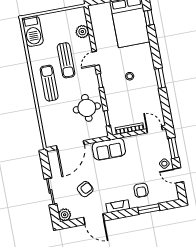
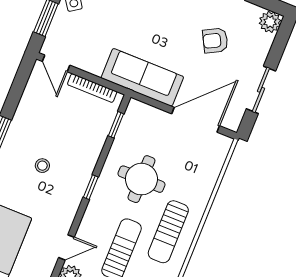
door: (96, 59) -> (66, 247), moved
round table: (87, 108) -> (141, 179), moved
sofa: (109, 149) -> (142, 77), width x1.36
sliding door: (50, 192) -> (261, 90), moved

